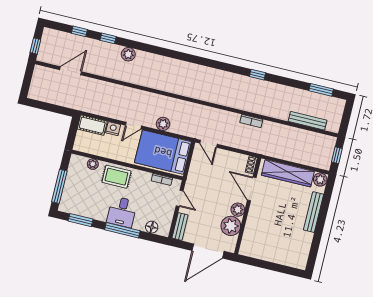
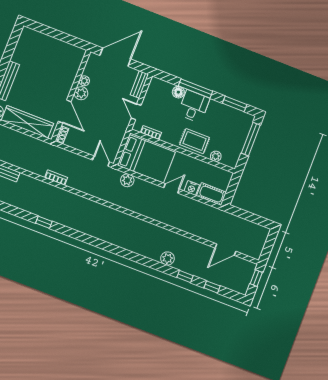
plant: (163, 124) -> (127, 180), moved
plant: (231, 226) -> (84, 81), width x0.53, depth x0.53
floor lamp: (152, 227) -> (178, 92), moved

